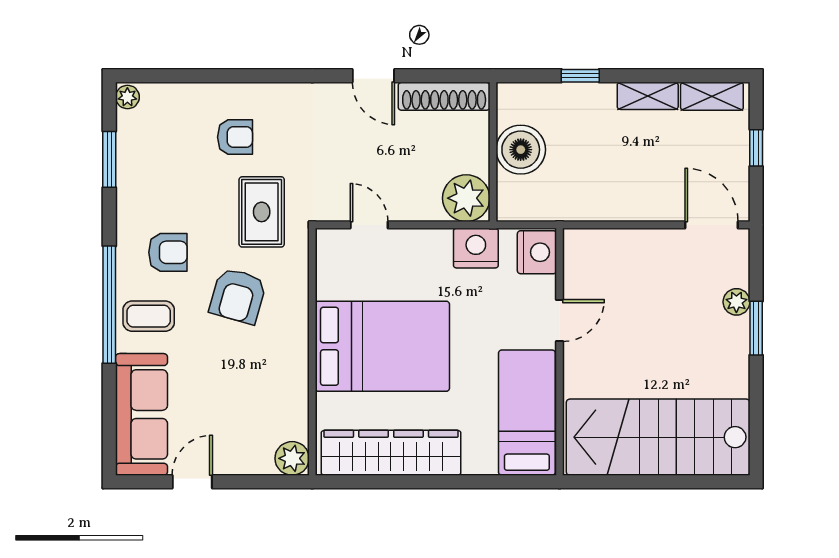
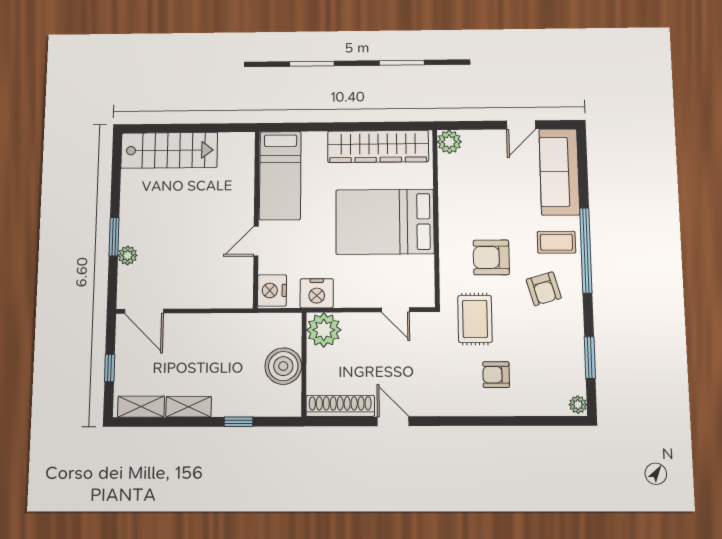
armchair: (168, 252) -> (544, 289), turned -106
armchair: (238, 296) -> (491, 257), turned -106
stairs: (658, 437) -> (169, 150), width x0.73, depth x0.66

